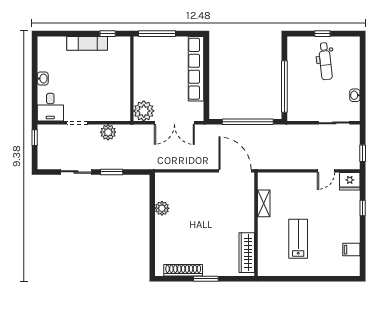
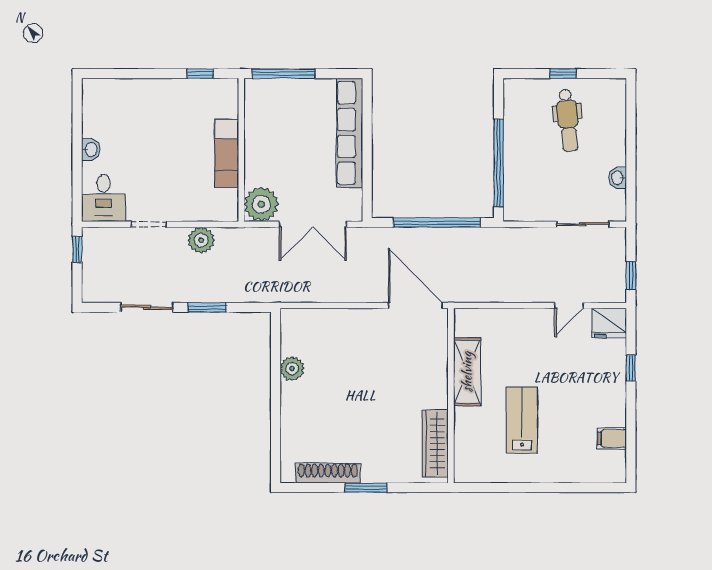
exam couch: (87, 43) -> (227, 153), moved, turned 90
shelving: (264, 203) -> (467, 372), width x1.50, depth x1.33

